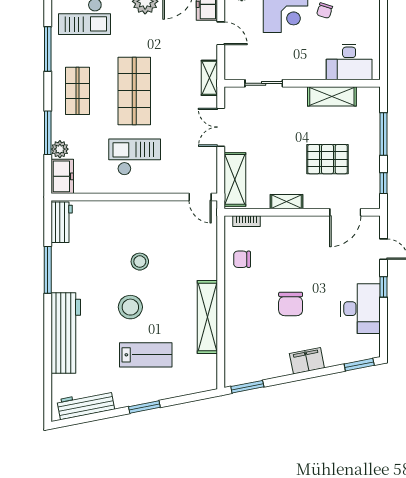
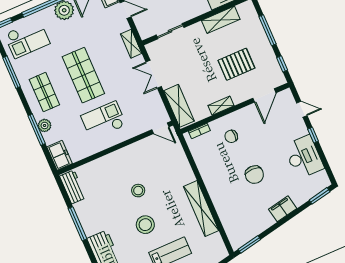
plant: (60, 149) -> (45, 125), moved
chair: (242, 259) -> (231, 136), moved

